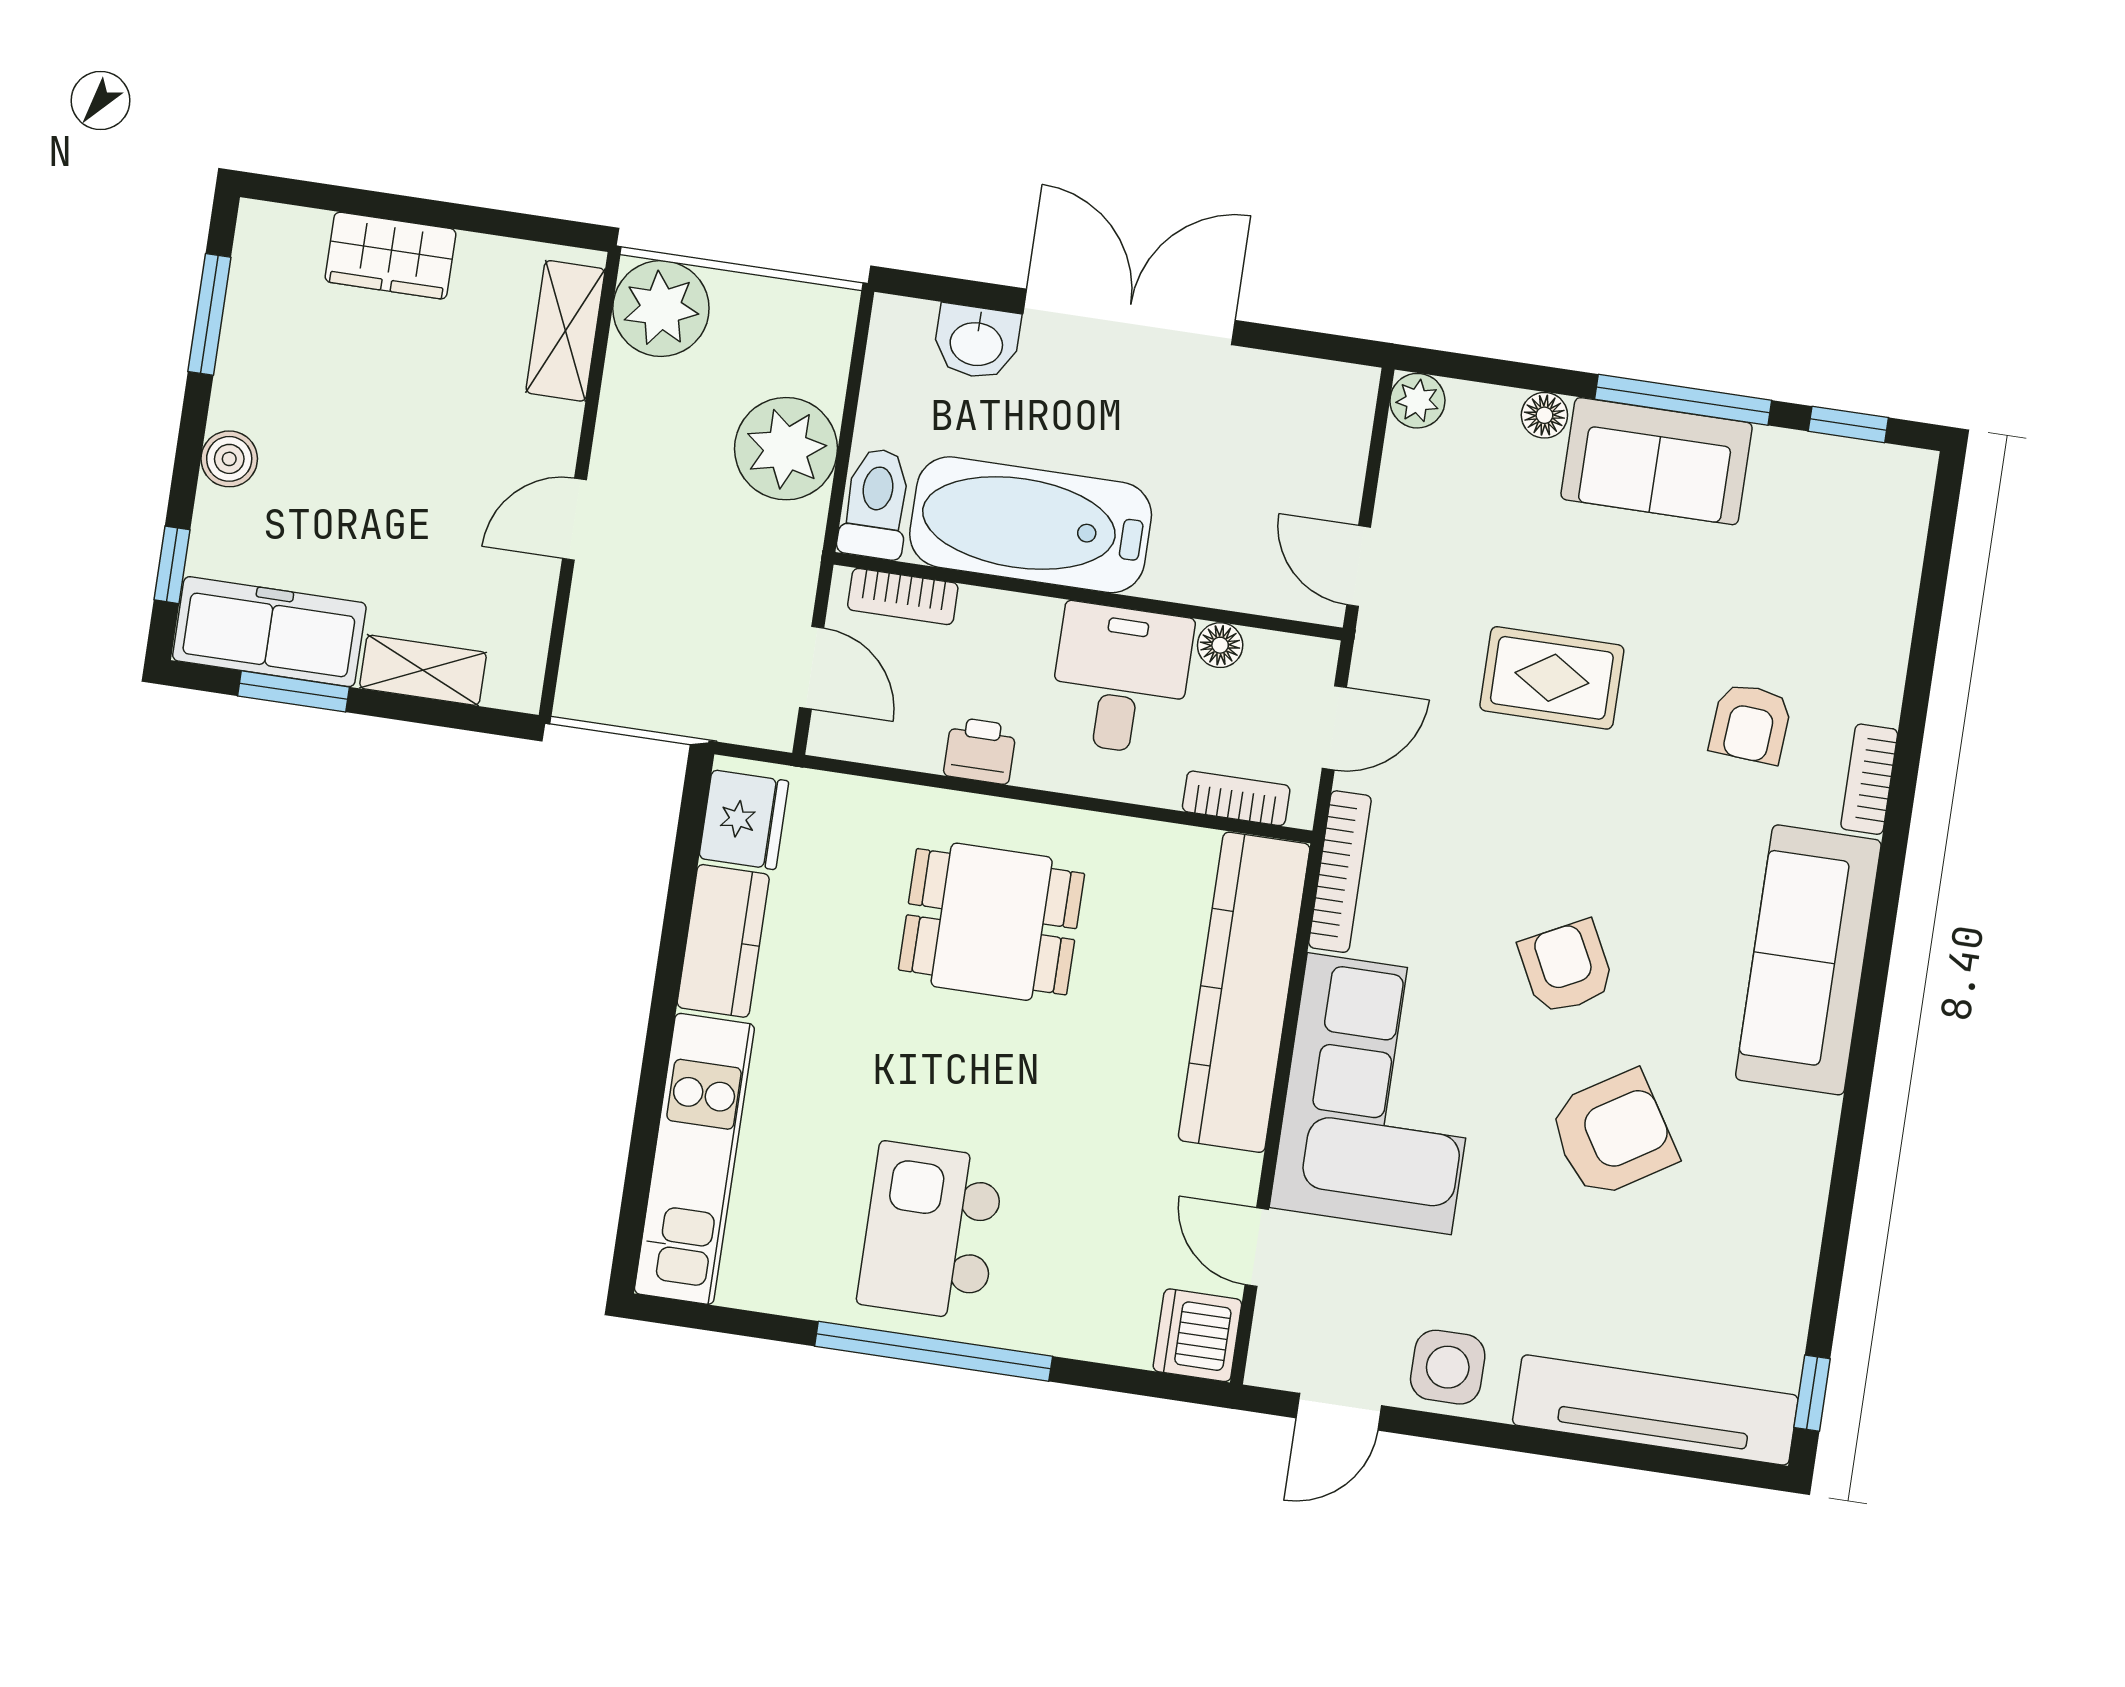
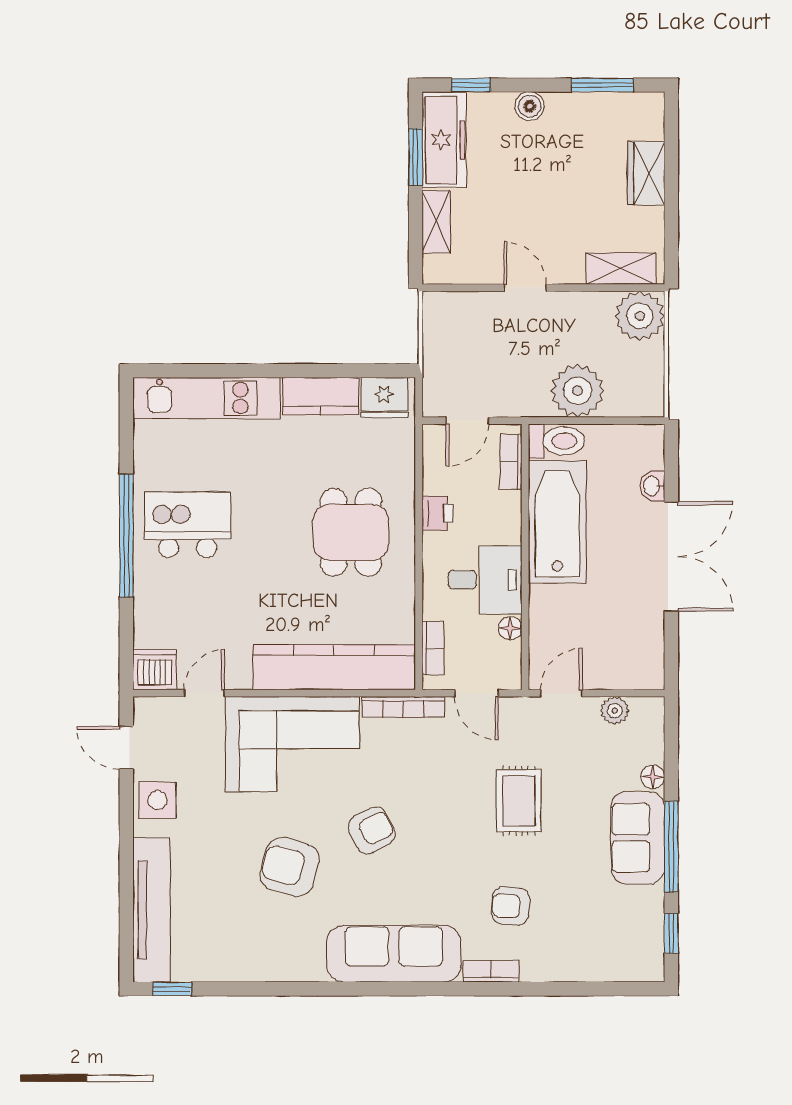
washbasin: (977, 342) -> (652, 486), width x0.72, depth x0.69
plant: (1417, 401) -> (615, 711), moved
armchair: (1613, 1134) -> (290, 867), turned 137

